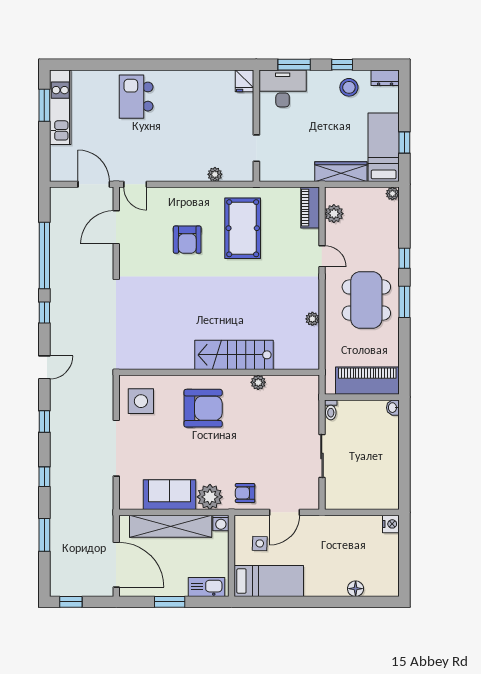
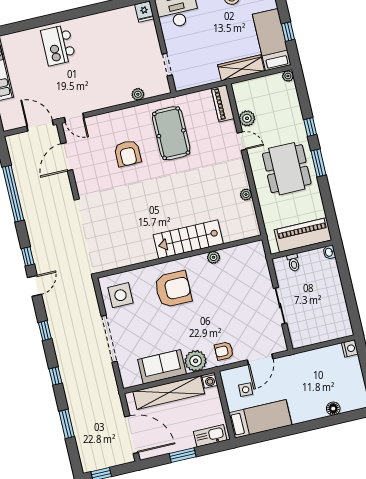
plant: (334, 214) -> (247, 118), moved
window: (44, 312) -> (28, 256), moved
toilet: (331, 410) -> (293, 263), moved

